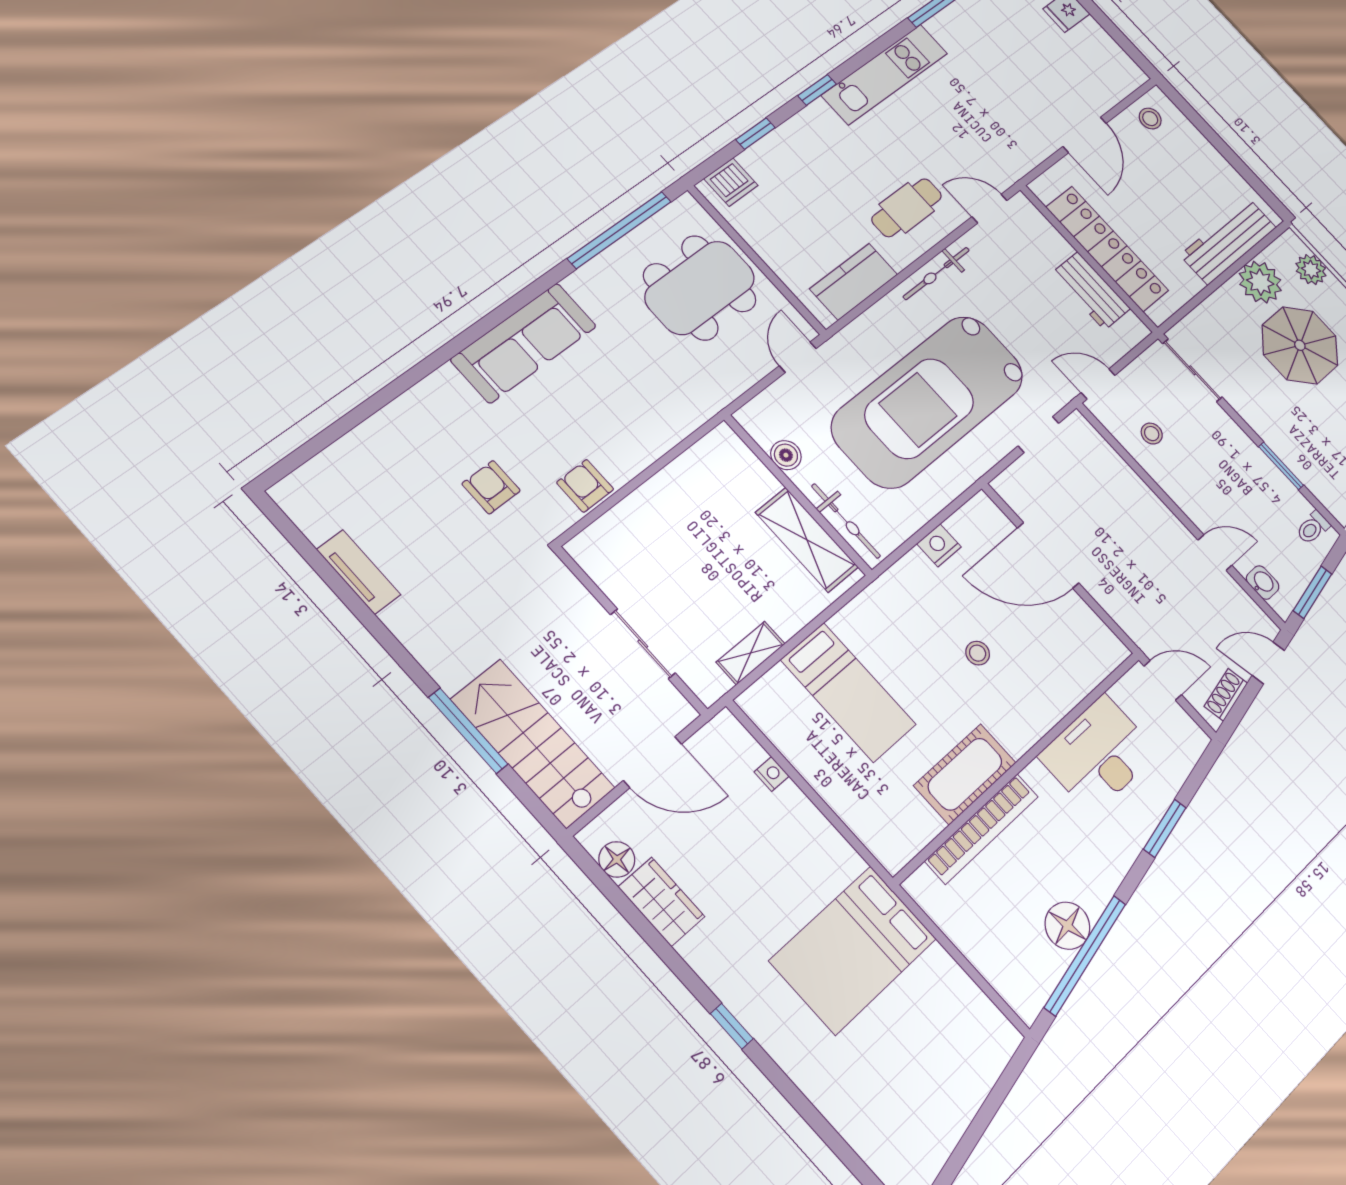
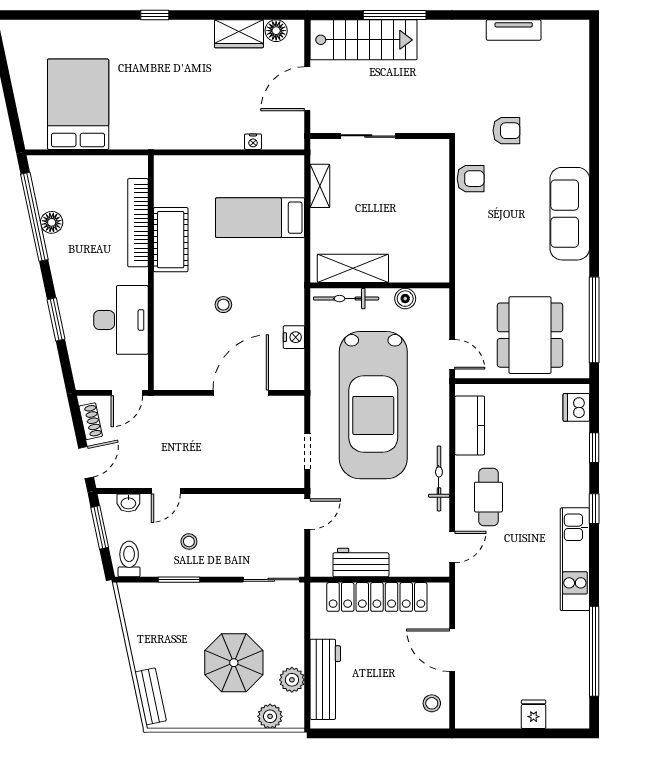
plant: (1260, 282) -> (292, 680), width x0.73, depth x0.73
car: (928, 401) -> (373, 405), turned 180
stool: (1152, 434) -> (189, 541), moved
toilet: (1313, 528) -> (129, 559), width x1.37, depth x1.39
floor lamp: (1067, 926) -> (52, 222), width x0.73, depth x0.73
bed: (853, 950) -> (78, 104), moved

